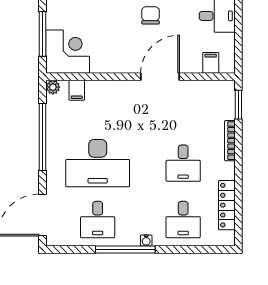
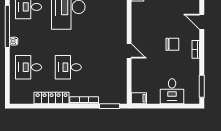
filing cabinet: (211, 63) -> (139, 98), moved
door: (160, 77) -> (129, 51), width x0.53
locker: (227, 205) -> (52, 98), moved

